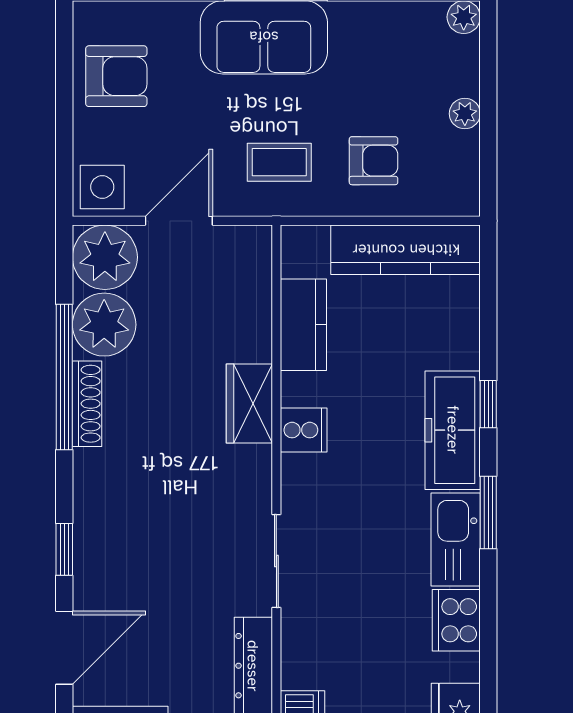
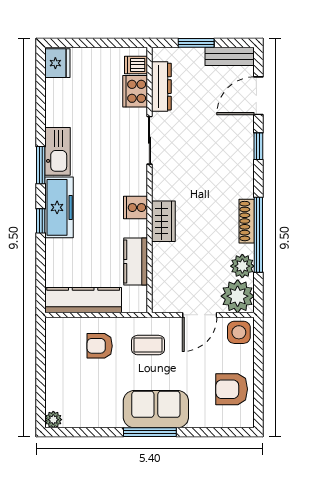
plant: (465, 114) -> (53, 370), removed
plant: (104, 325) -> (242, 266), width x0.73, depth x0.73
cooker: (456, 620) -> (135, 91), moved, turned 180

